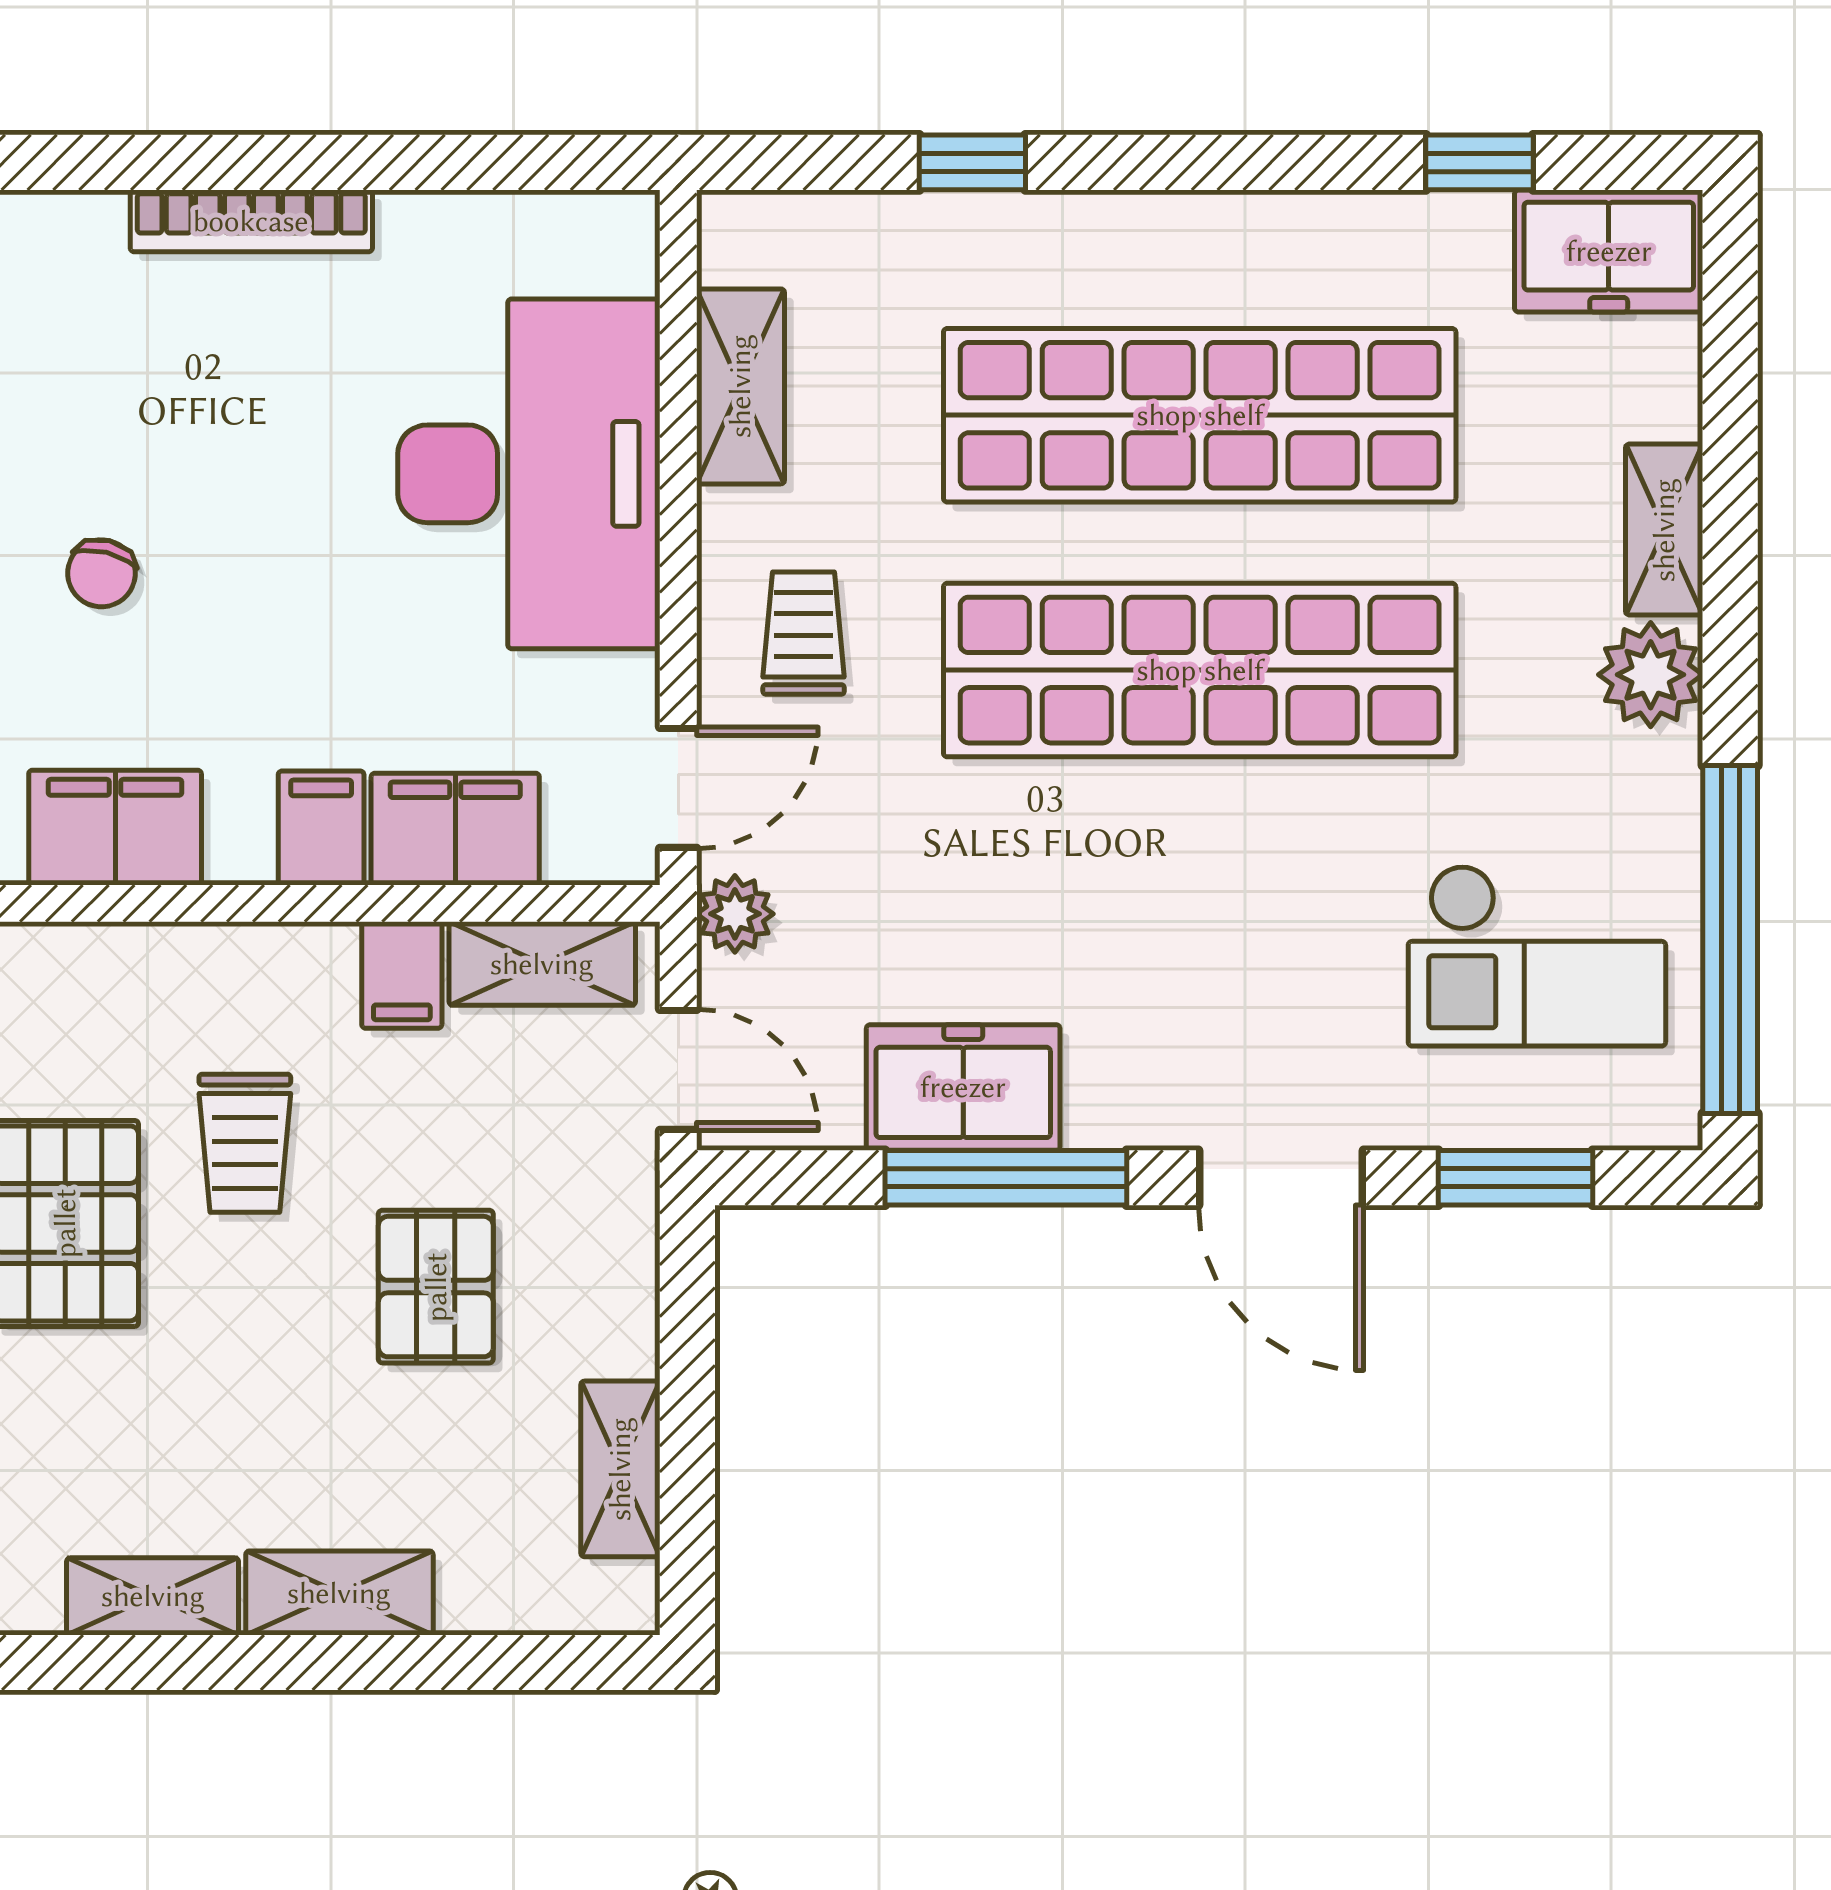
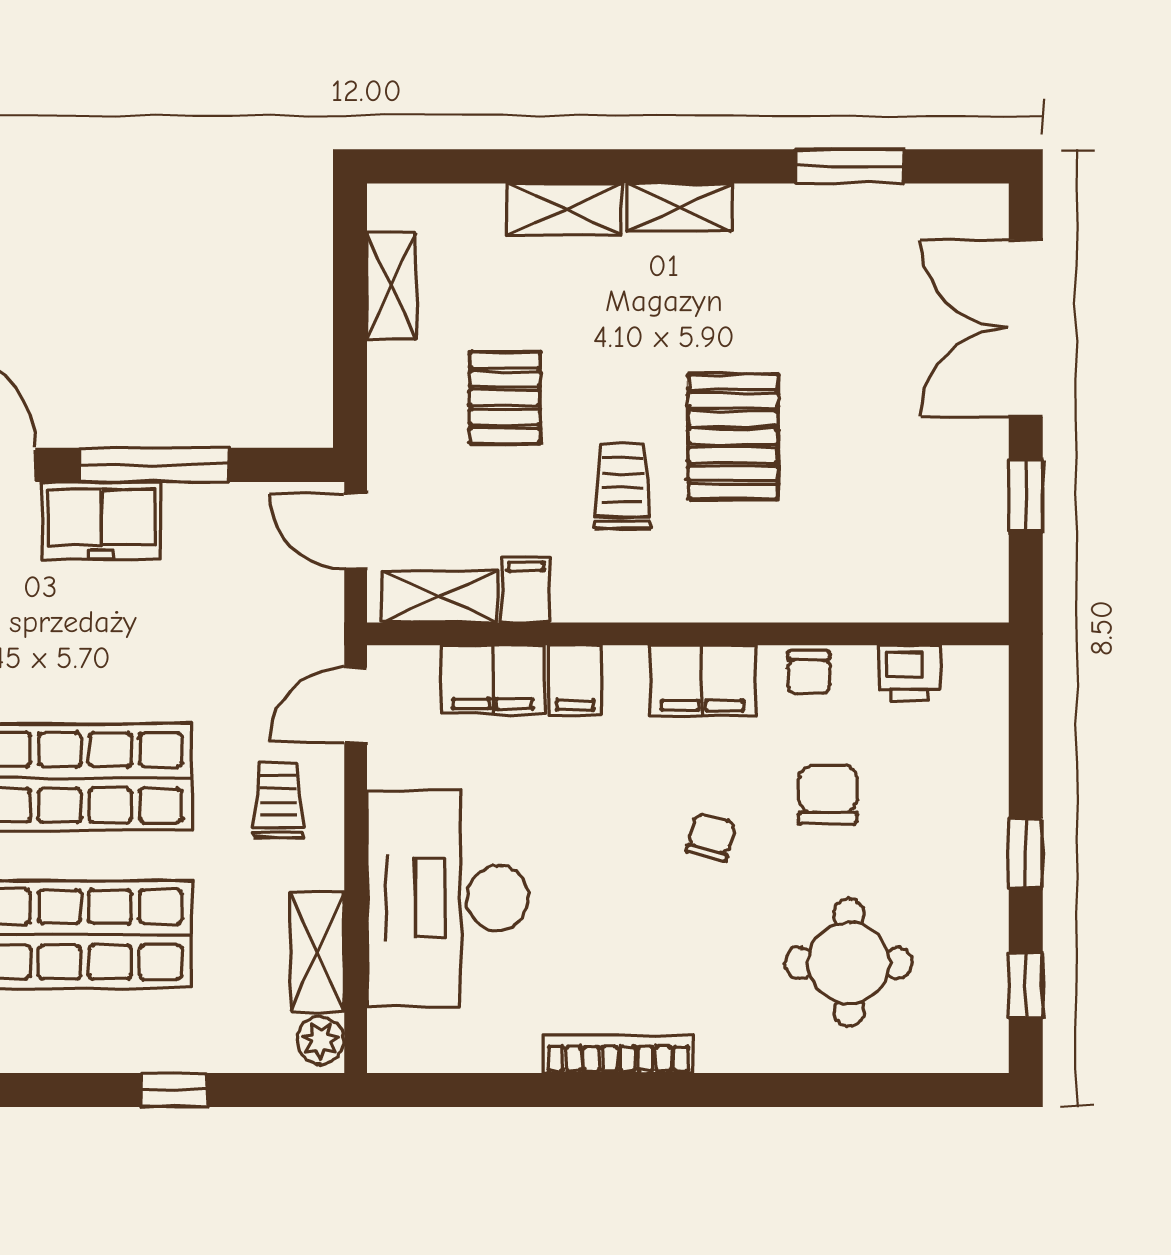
trolley: (804, 633) -> (278, 800), turned 180
plant: (735, 914) -> (321, 1040), moved
freezer: (963, 1087) -> (101, 520), moved

